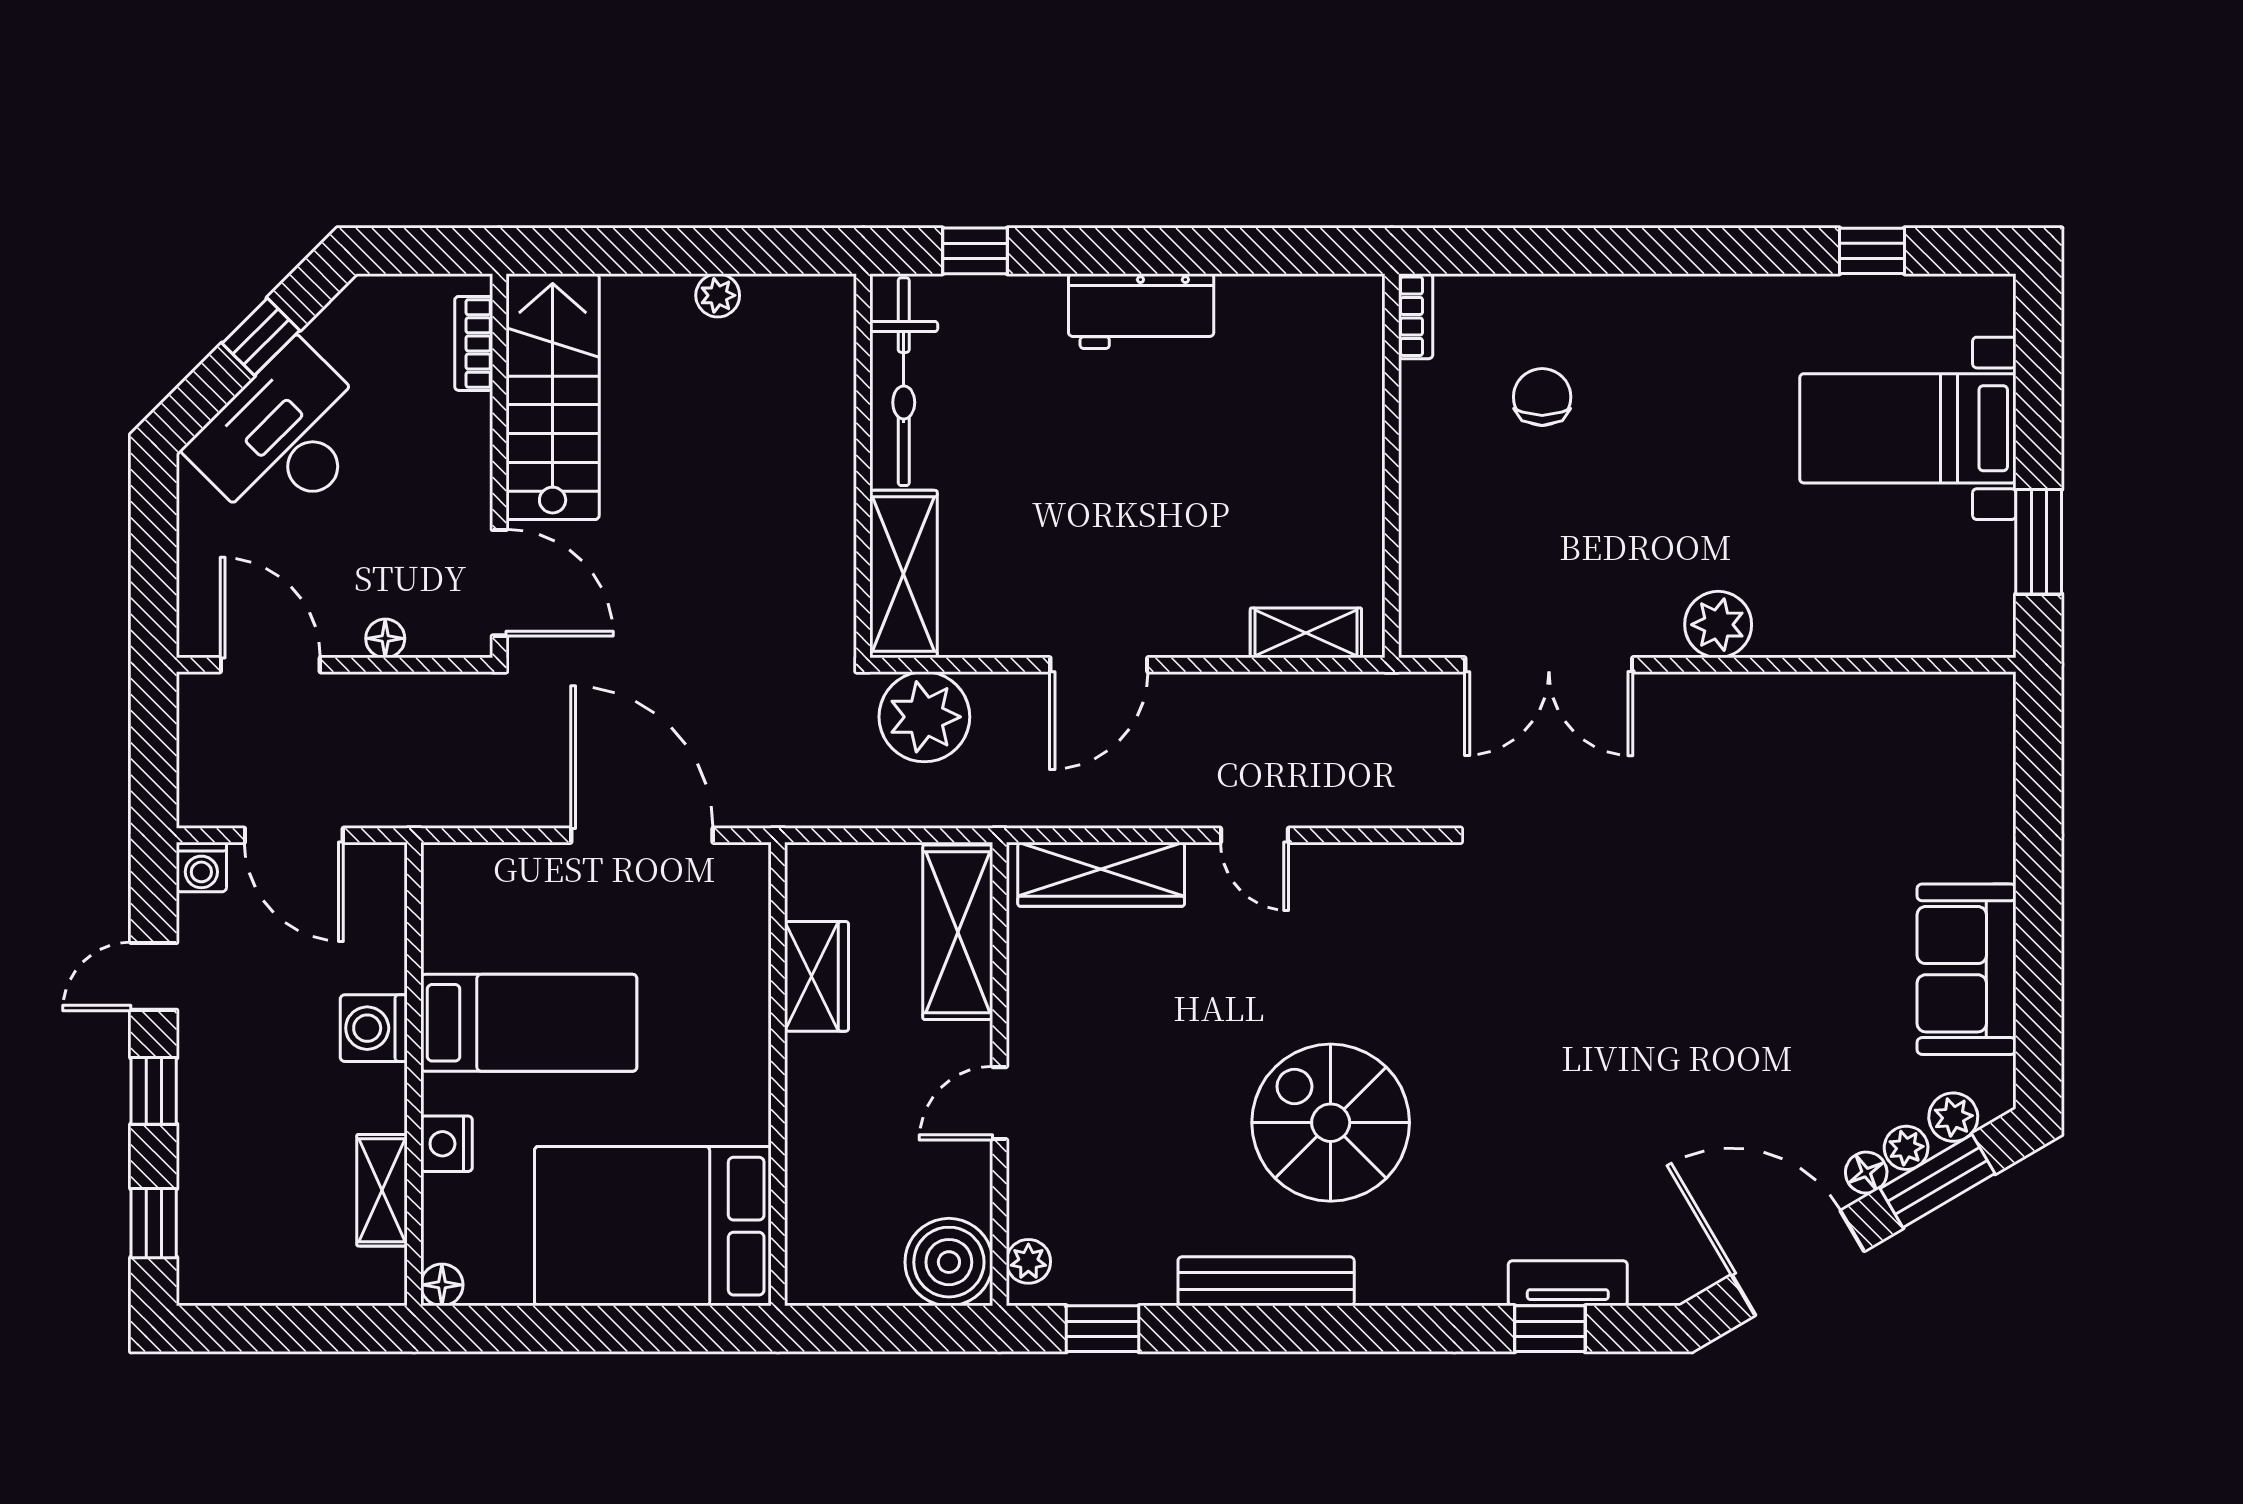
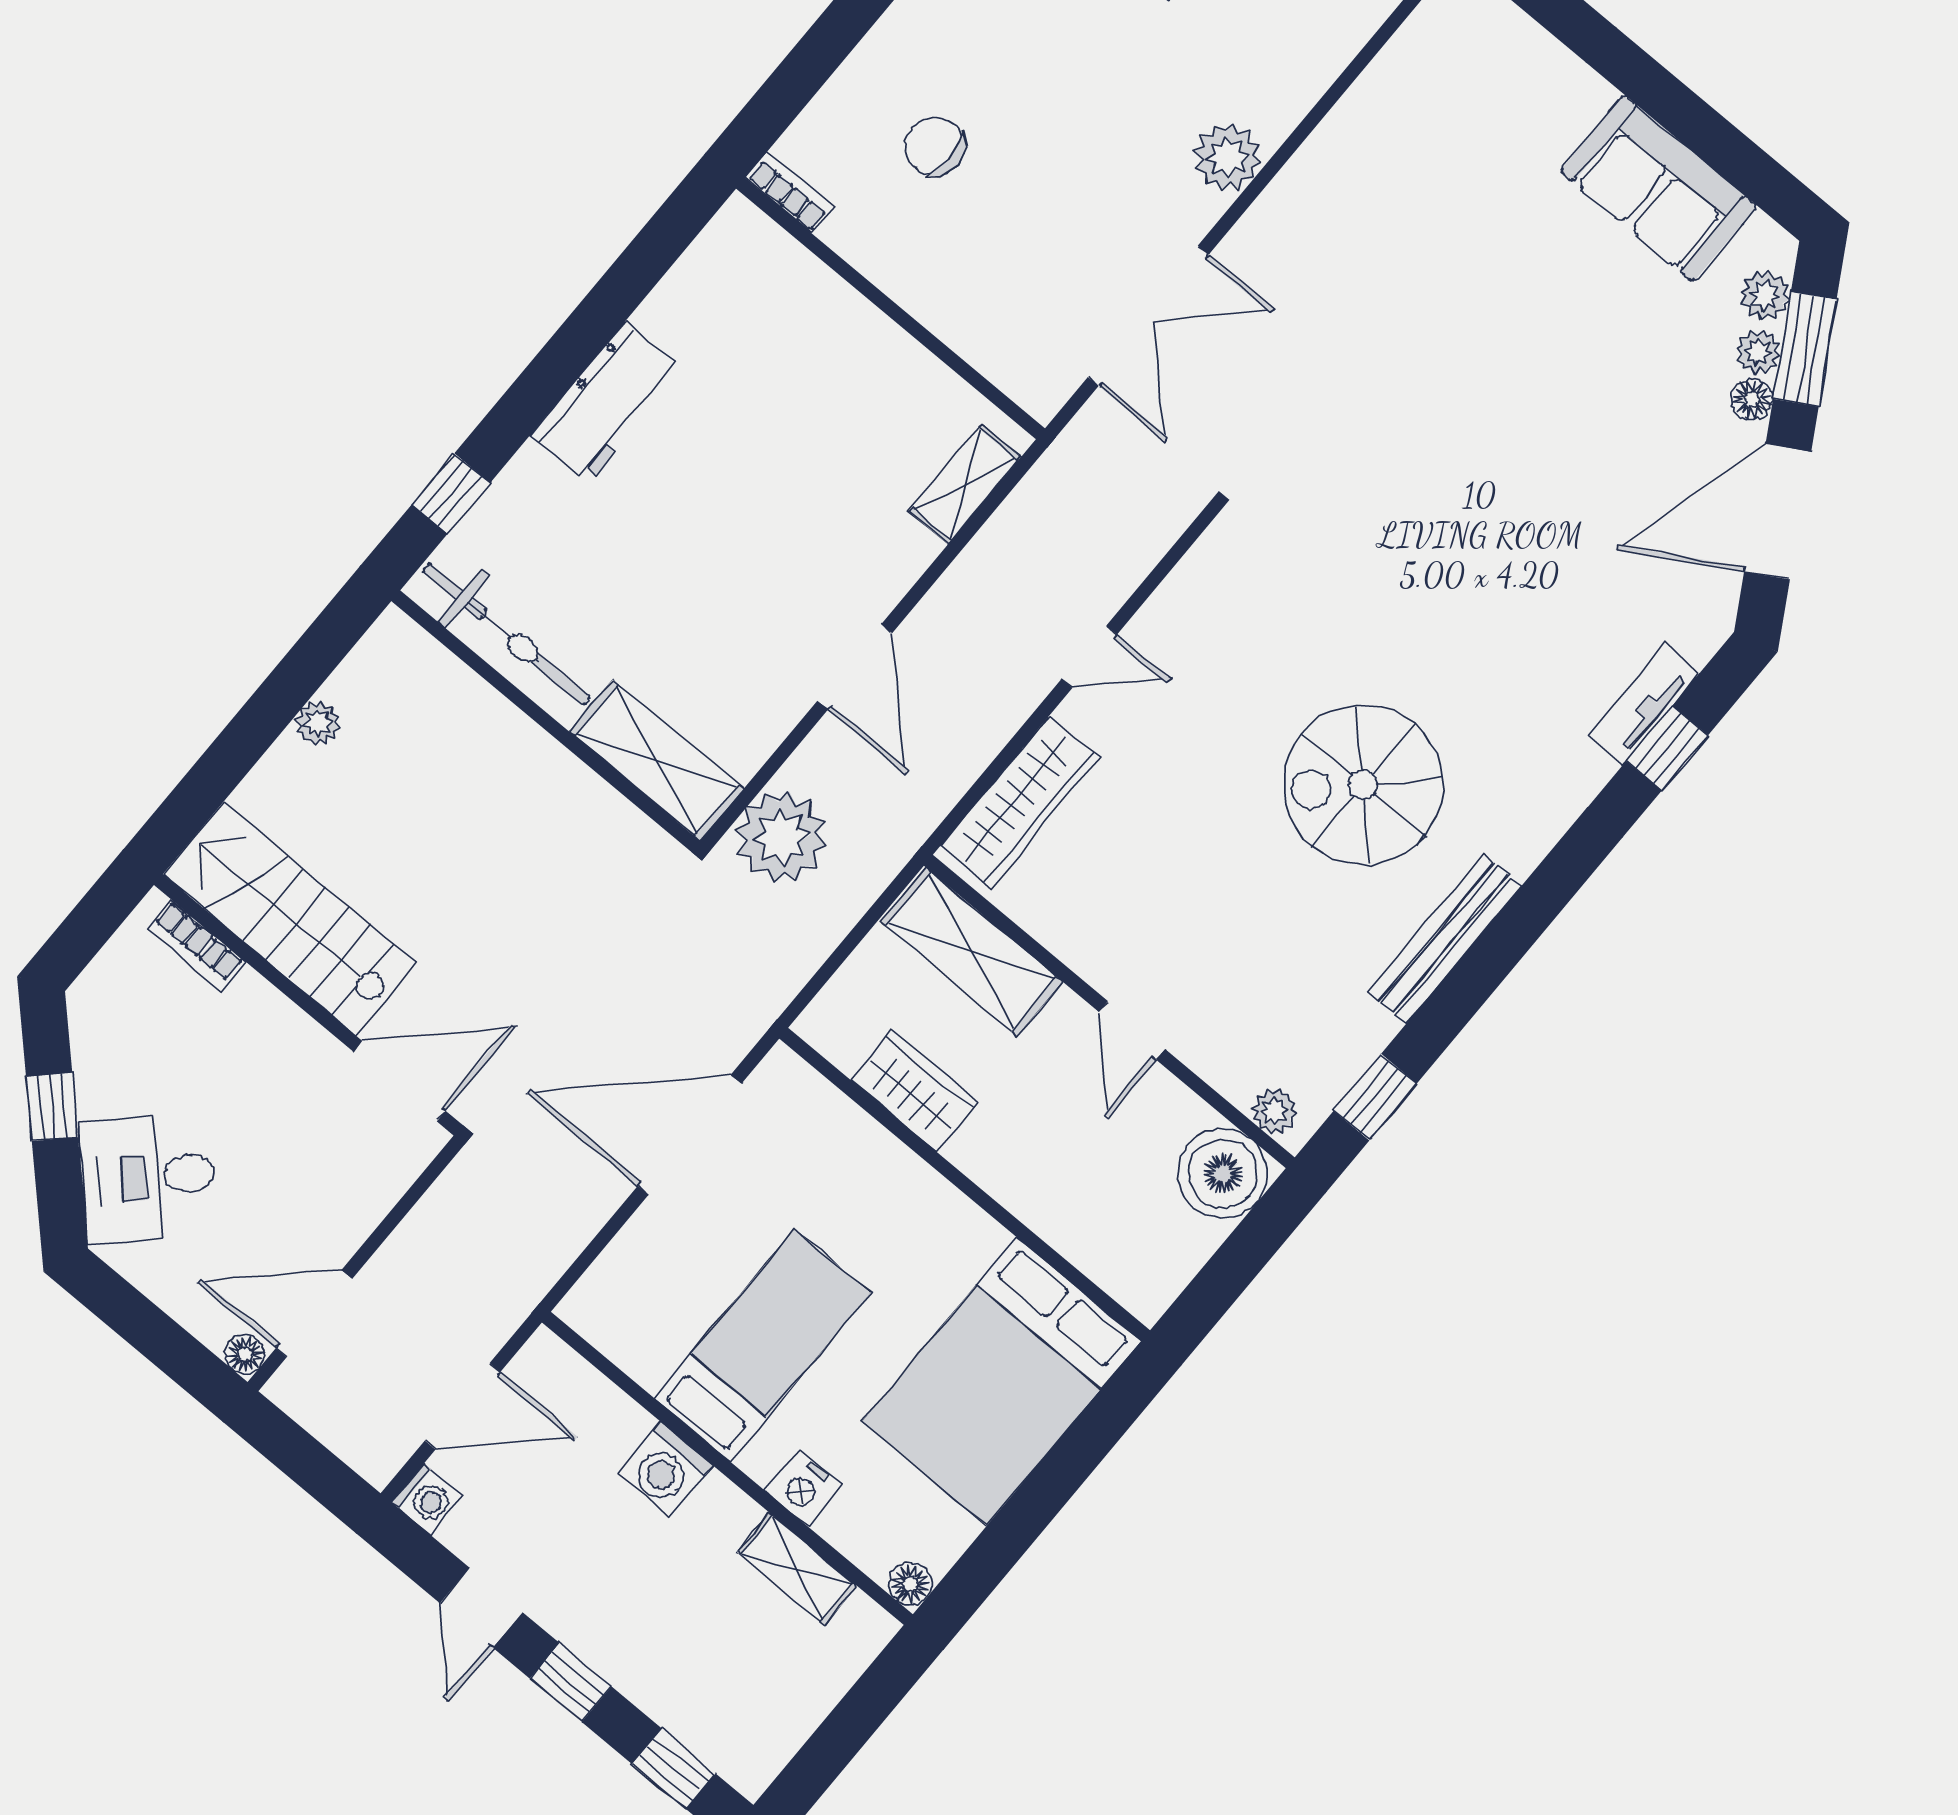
desk: (284, 438) -> (148, 1178), width x0.73
floor lamp: (385, 638) -> (245, 1354), moved

